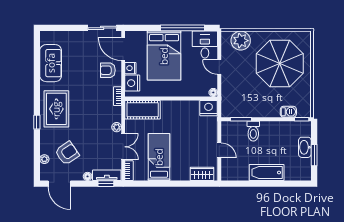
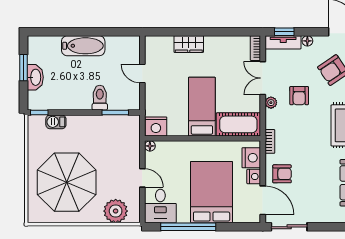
armchair: (94, 133) -> (299, 96), added
bed: (159, 157) -> (202, 107), moved, turned 180
wardrobe: (202, 174) -> (189, 44), moved

